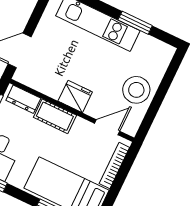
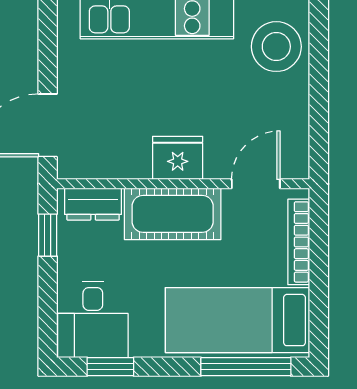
stool: (136, 90) -> (276, 47), moved
cot: (55, 116) -> (173, 214), width x1.37, depth x1.34

